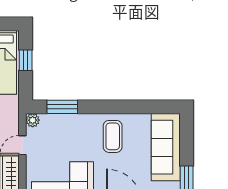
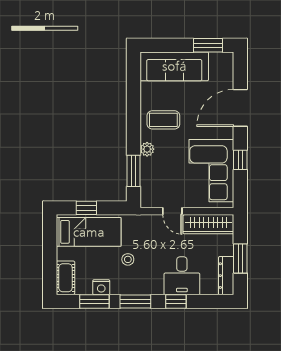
plant: (33, 120) -> (147, 149), moved

